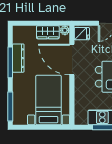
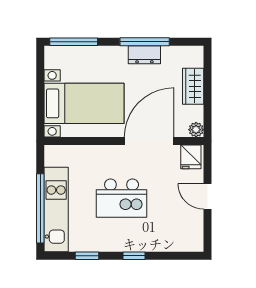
wardrobe: (48, 32) -> (193, 86), moved
dresser: (18, 58) -> (144, 55), width x0.70

